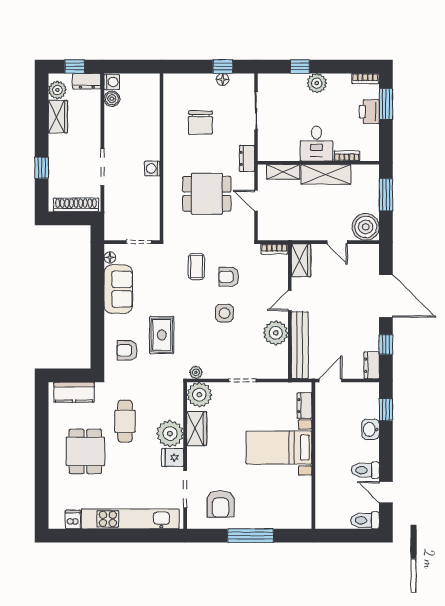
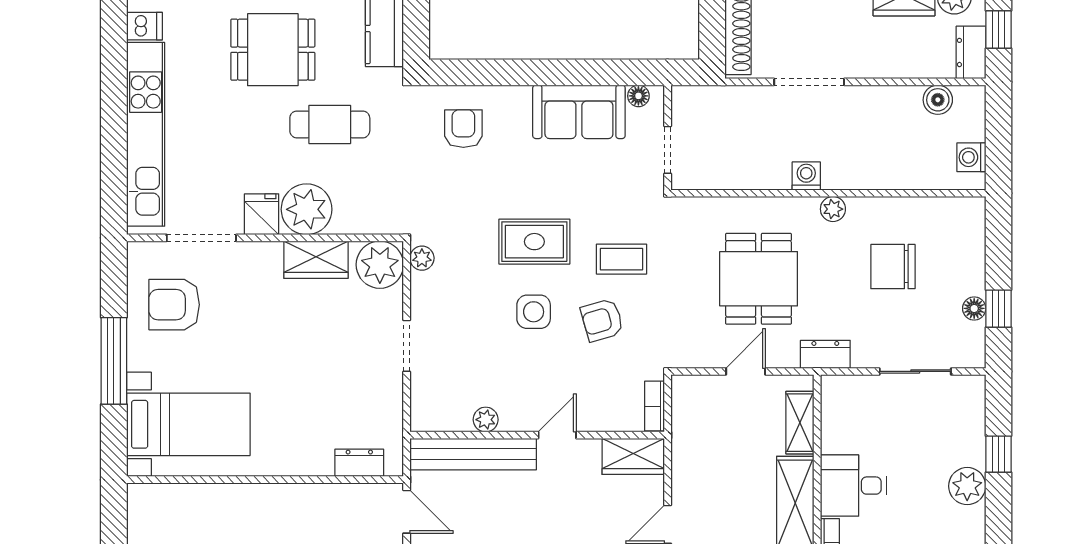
washing machine: (112, 82) -> (971, 157), moved, turned 90
plant: (170, 154) -> (833, 209), added
armchair: (229, 277) -> (602, 320), turned -106
door: (290, 301) -> (557, 435), hinge flipped
plant: (276, 333) -> (486, 420), width x0.53, depth x0.53
rug: (162, 335) -> (534, 242), moved
bed with nightstands: (279, 448) -> (188, 424), moved, turned 90

